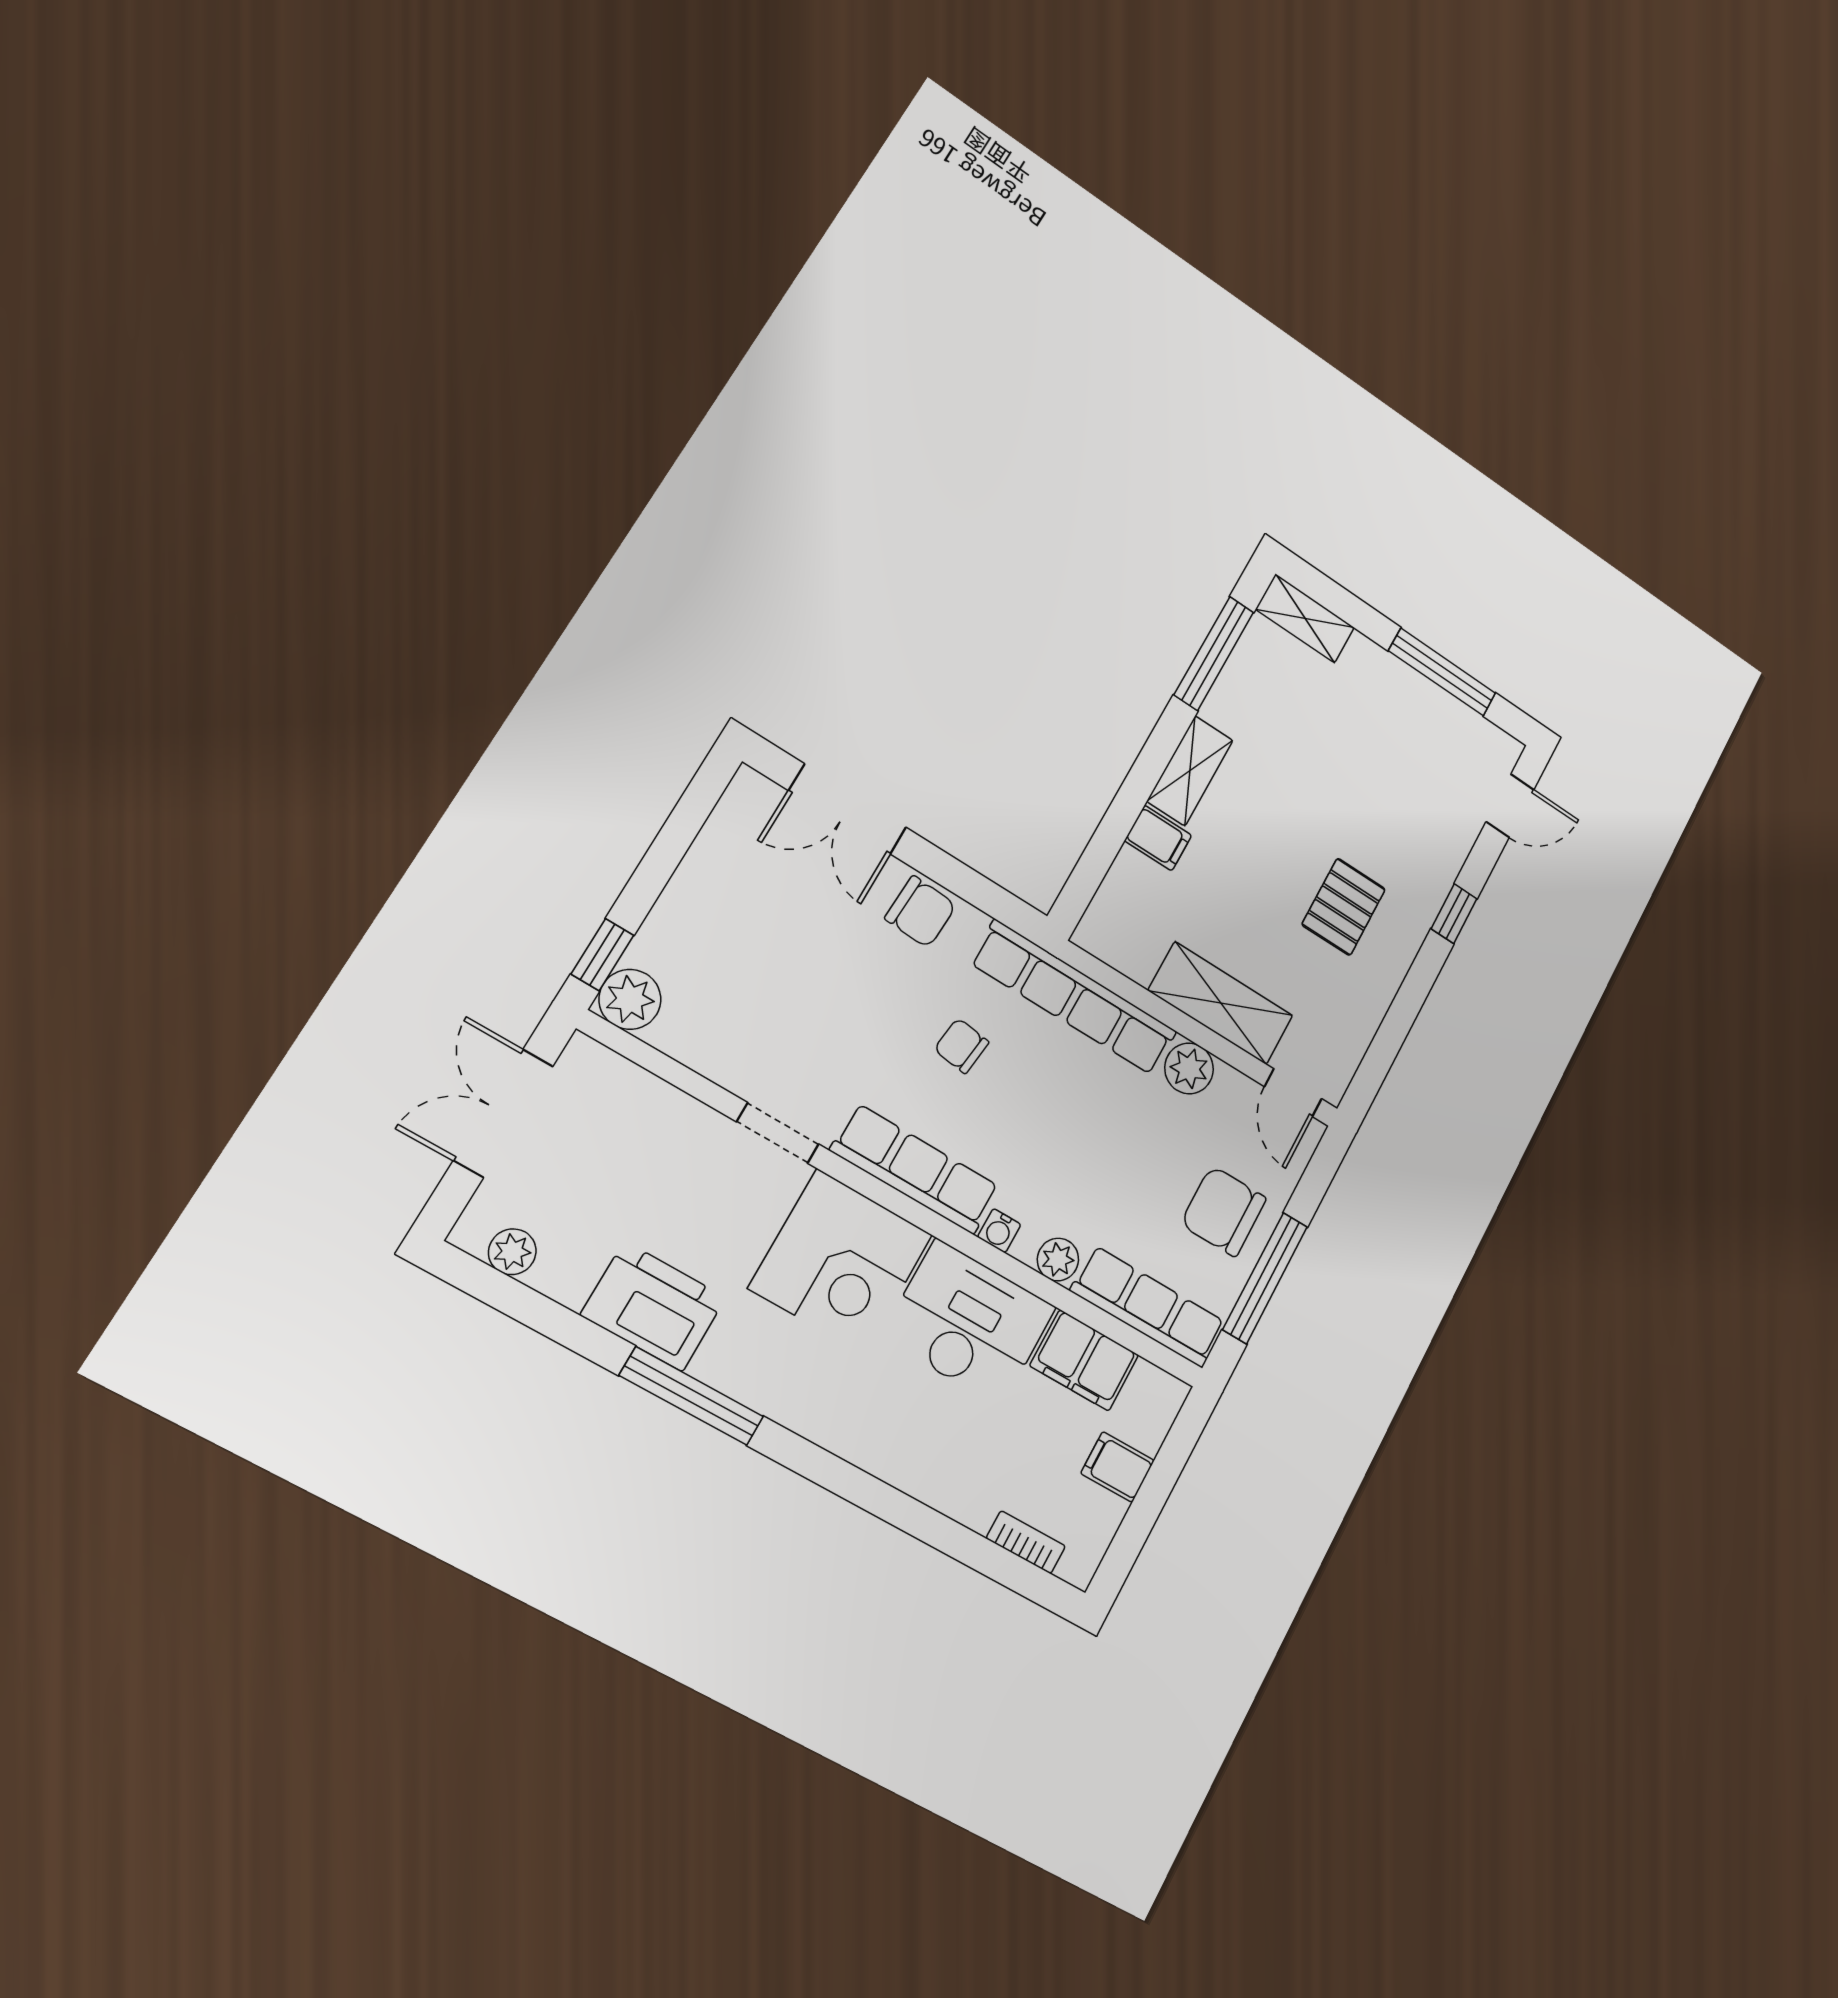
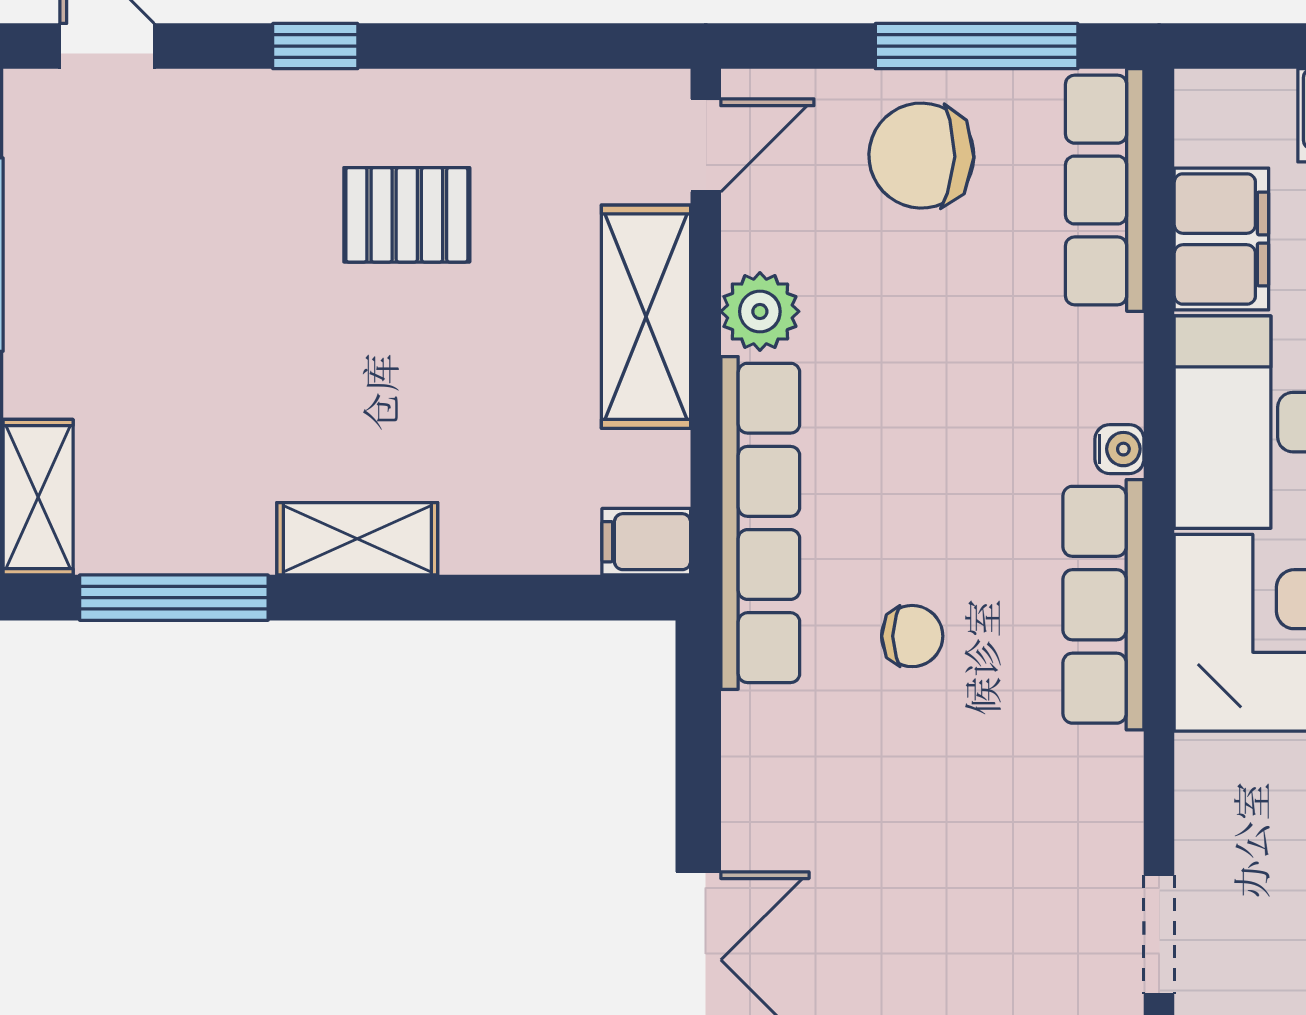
filing cabinet: (1158, 838) -> (646, 542), moved, turned -90
chair: (921, 912) -> (772, 790), removed
chair: (961, 1046) -> (912, 636), turned -97
doorway: (778, 1133) -> (1159, 935), moved
chair: (1223, 1211) -> (921, 156), turned 92
plant: (1058, 1260) -> (1112, 349), removed

